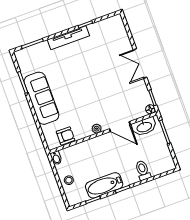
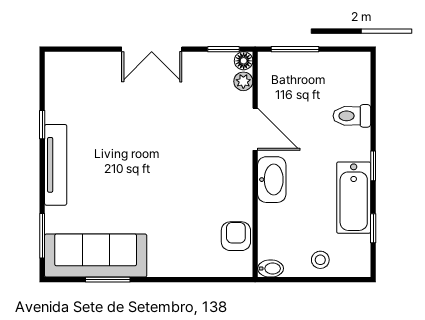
sofa: (41, 98) -> (96, 256), moved
door: (120, 127) -> (255, 129), hinge flipped
washbasin: (144, 127) -> (272, 180), moved
plant: (97, 129) -> (243, 81), moved

